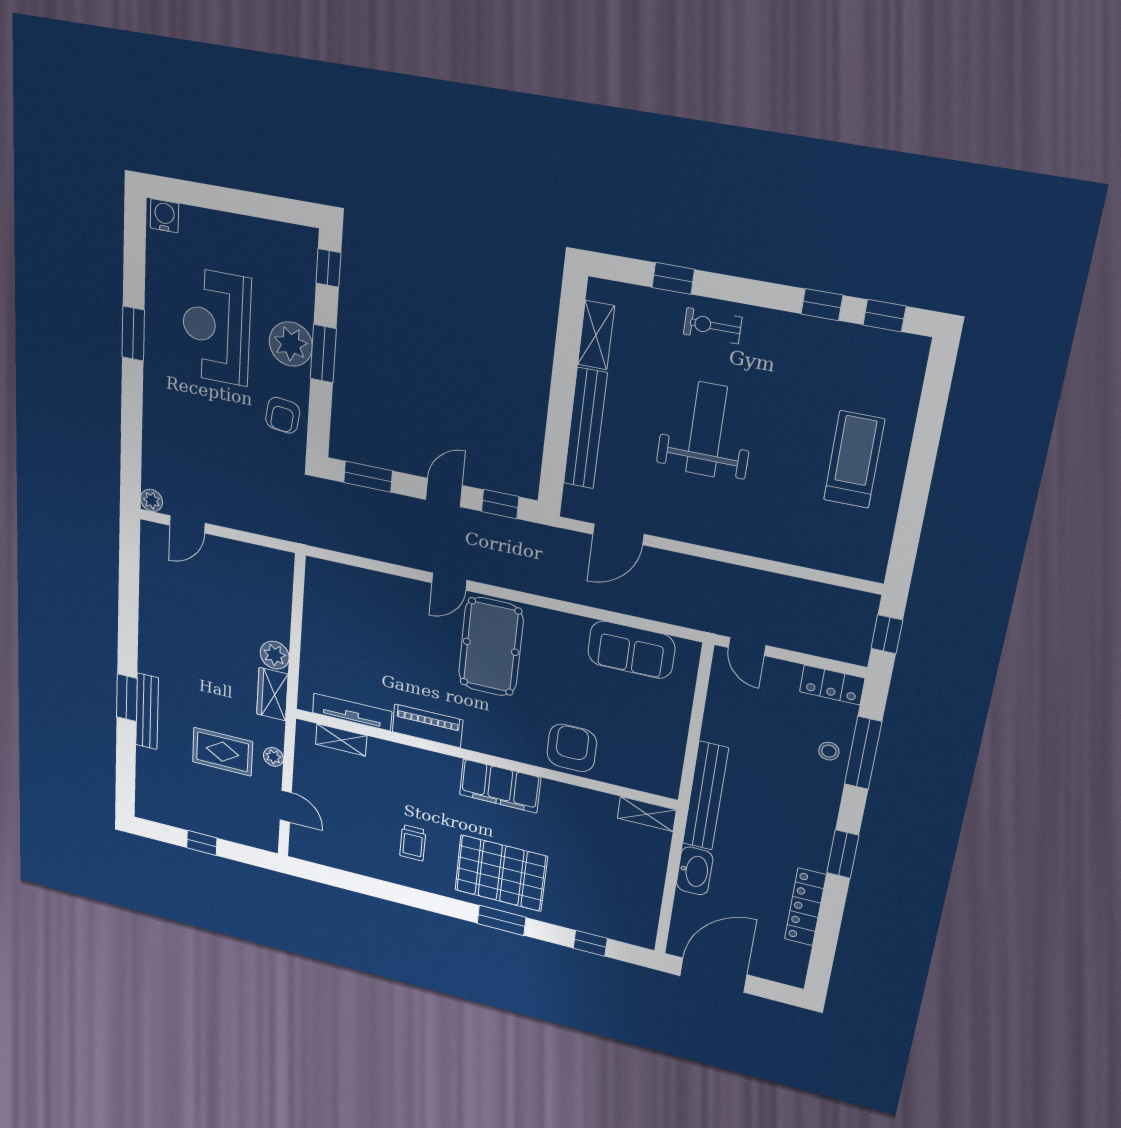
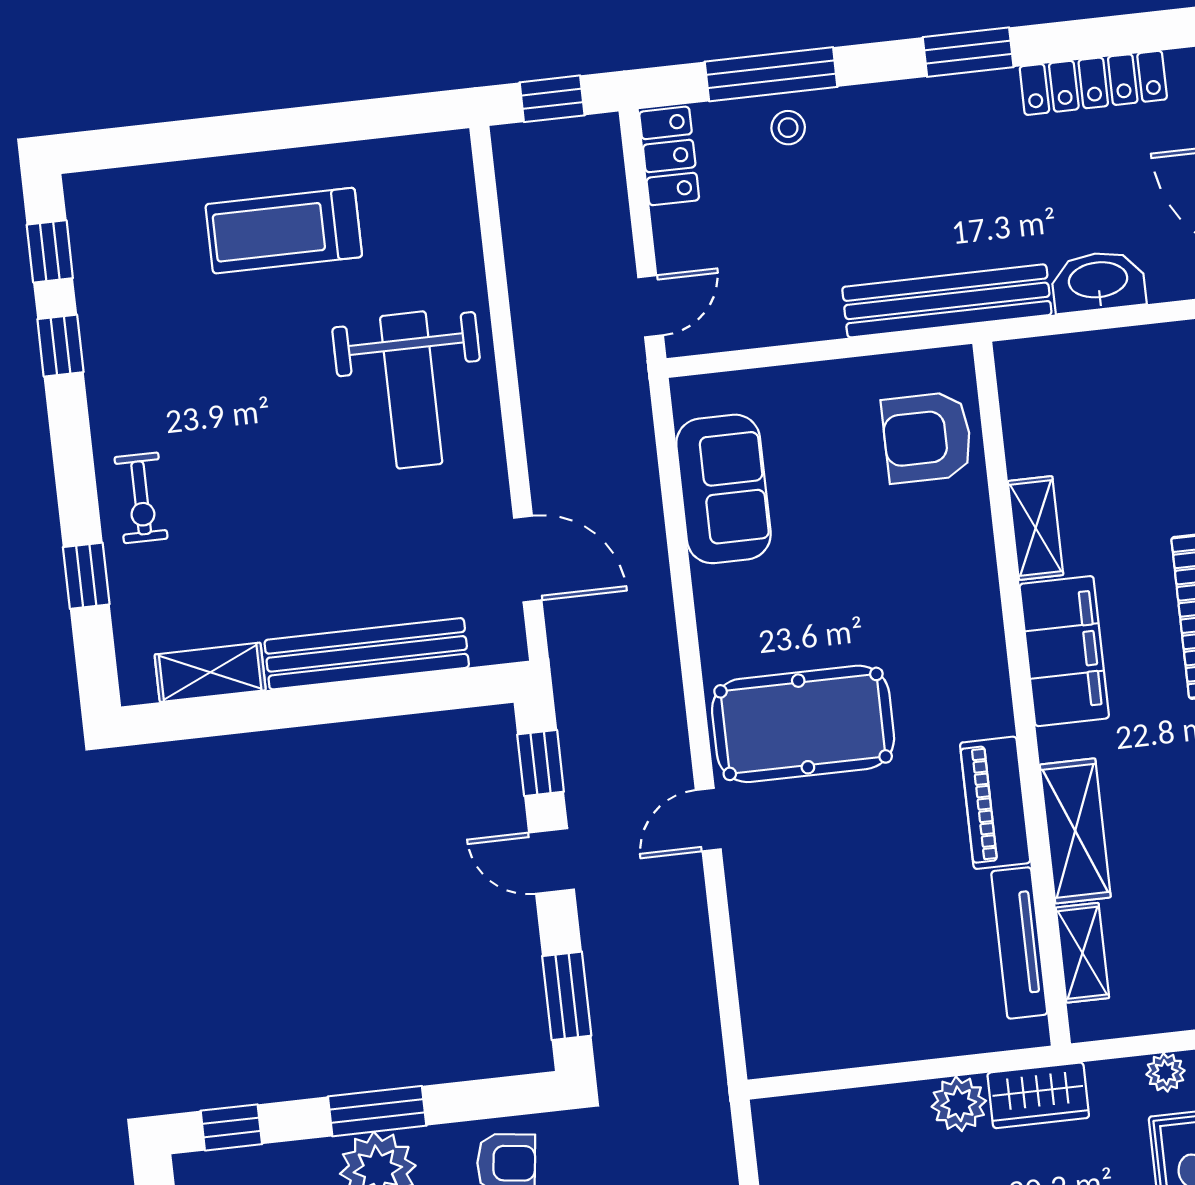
weight bench: (706, 430) -> (411, 390), moved, turned -90
door: (449, 582) -> (708, 820), swing flipped
armchair: (572, 748) -> (927, 437), moved
shelving: (405, 758) -> (1075, 831), added
shelving: (647, 814) -> (1036, 528), moved

